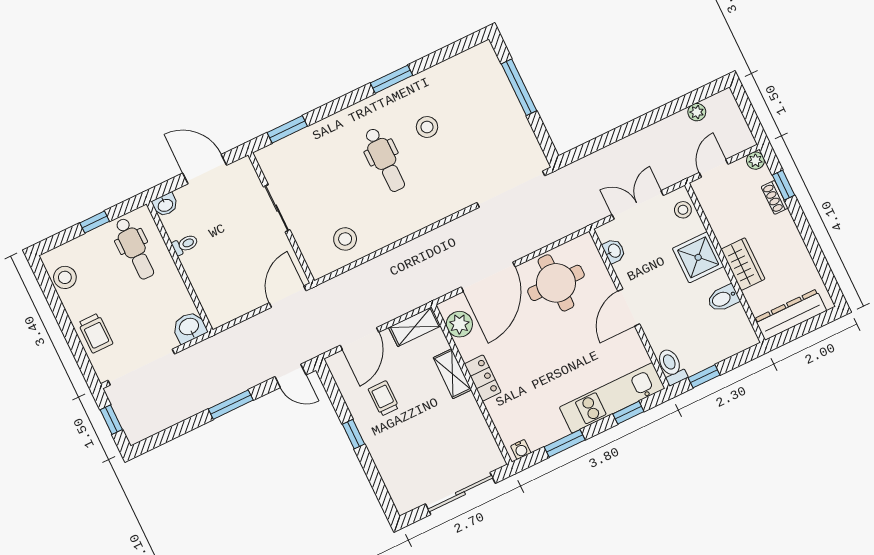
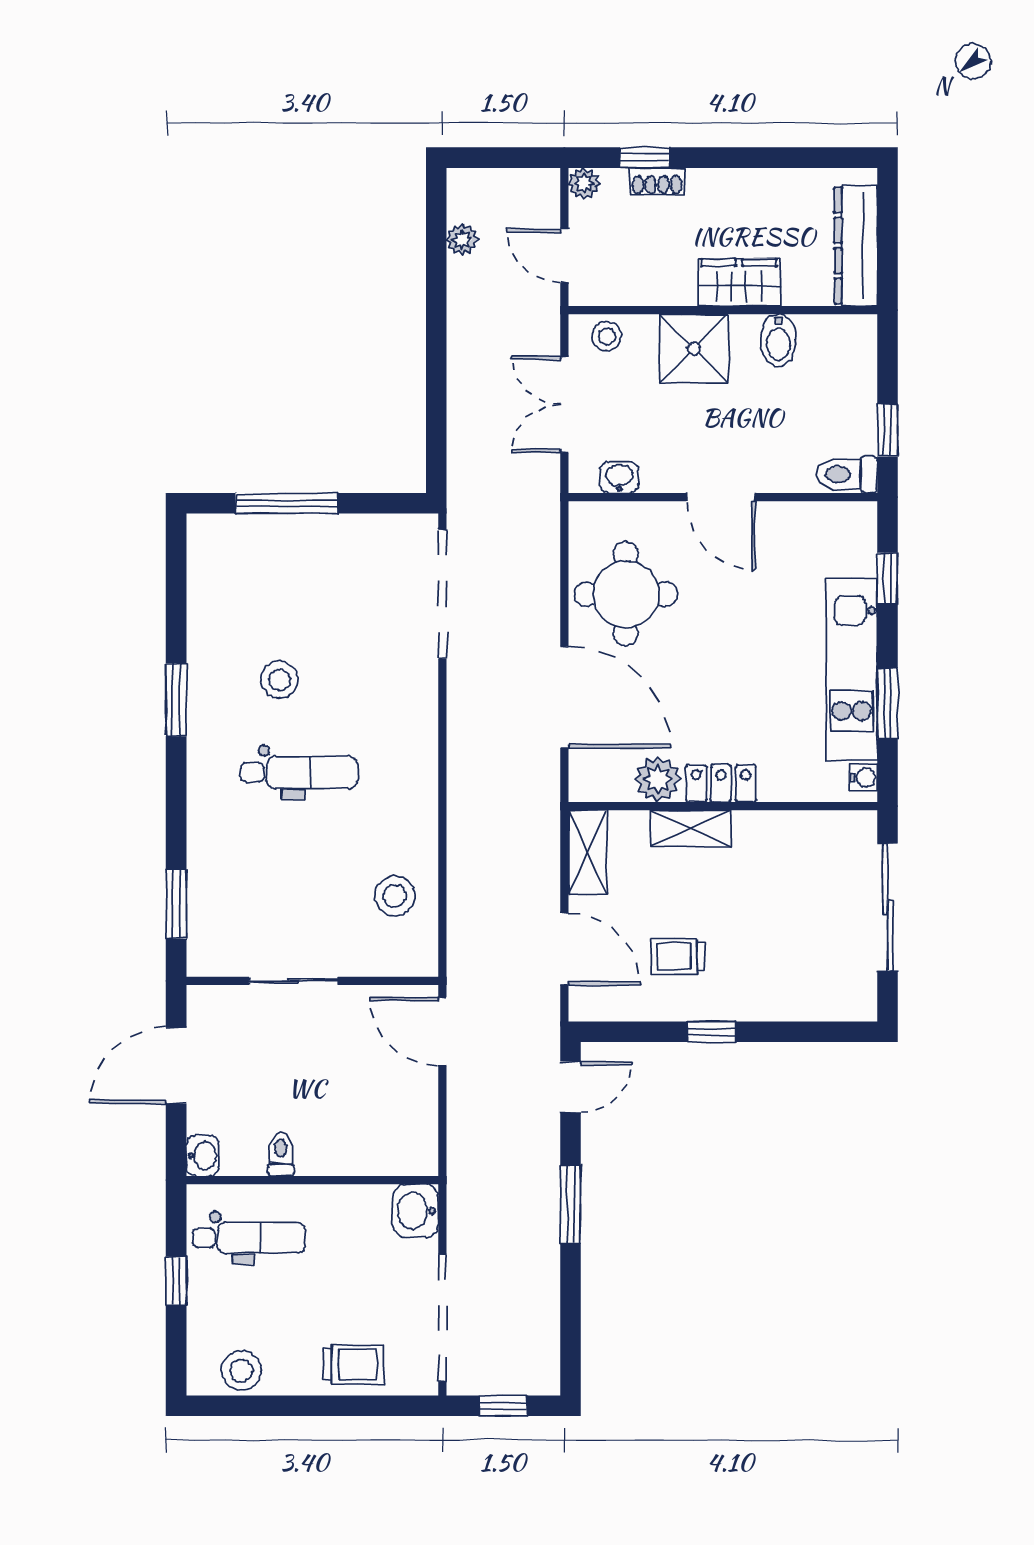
plant: (459, 324) -> (658, 779), moved
kitchen unit: (612, 398) -> (852, 669), moved

